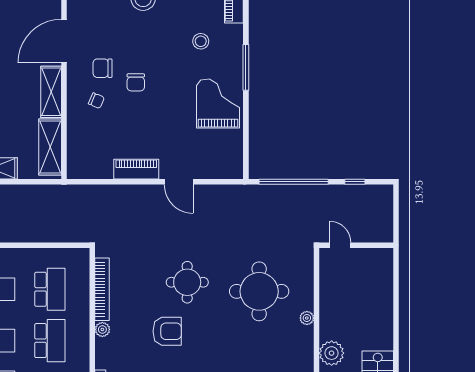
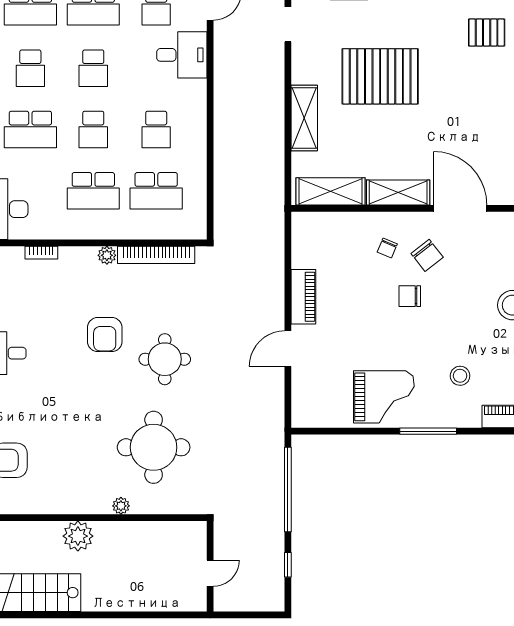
chair: (102, 68) -> (427, 255), turned 142
door: (340, 245) -> (210, 573), moved

